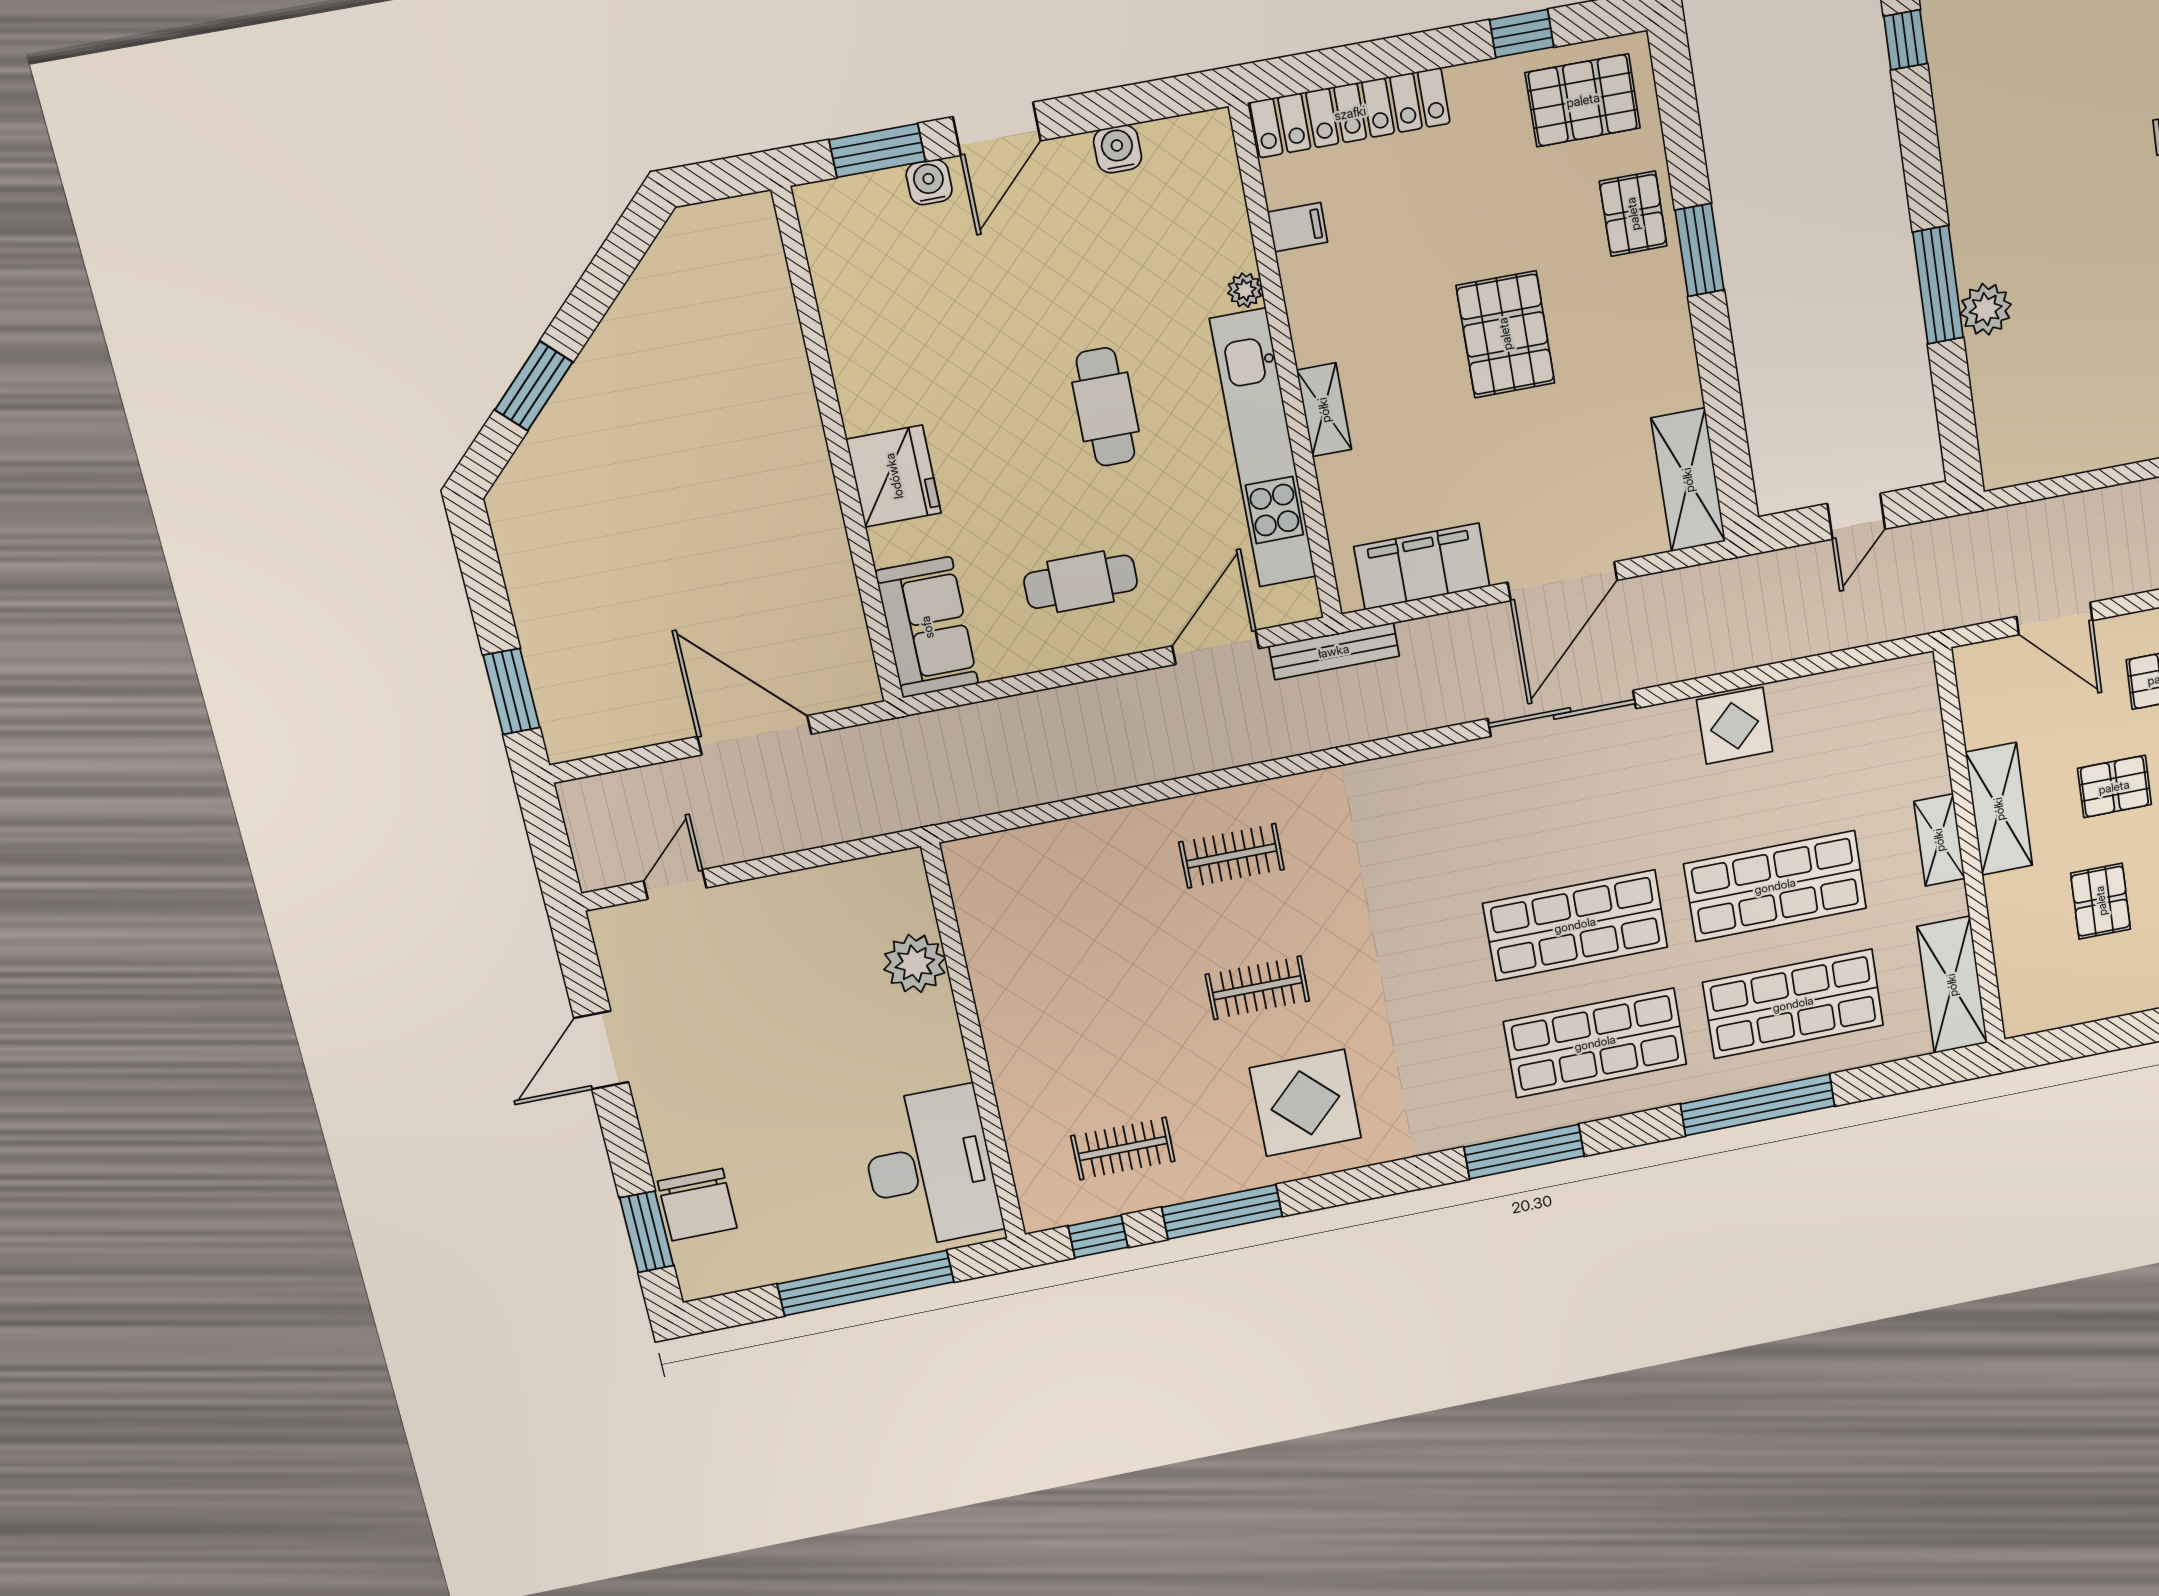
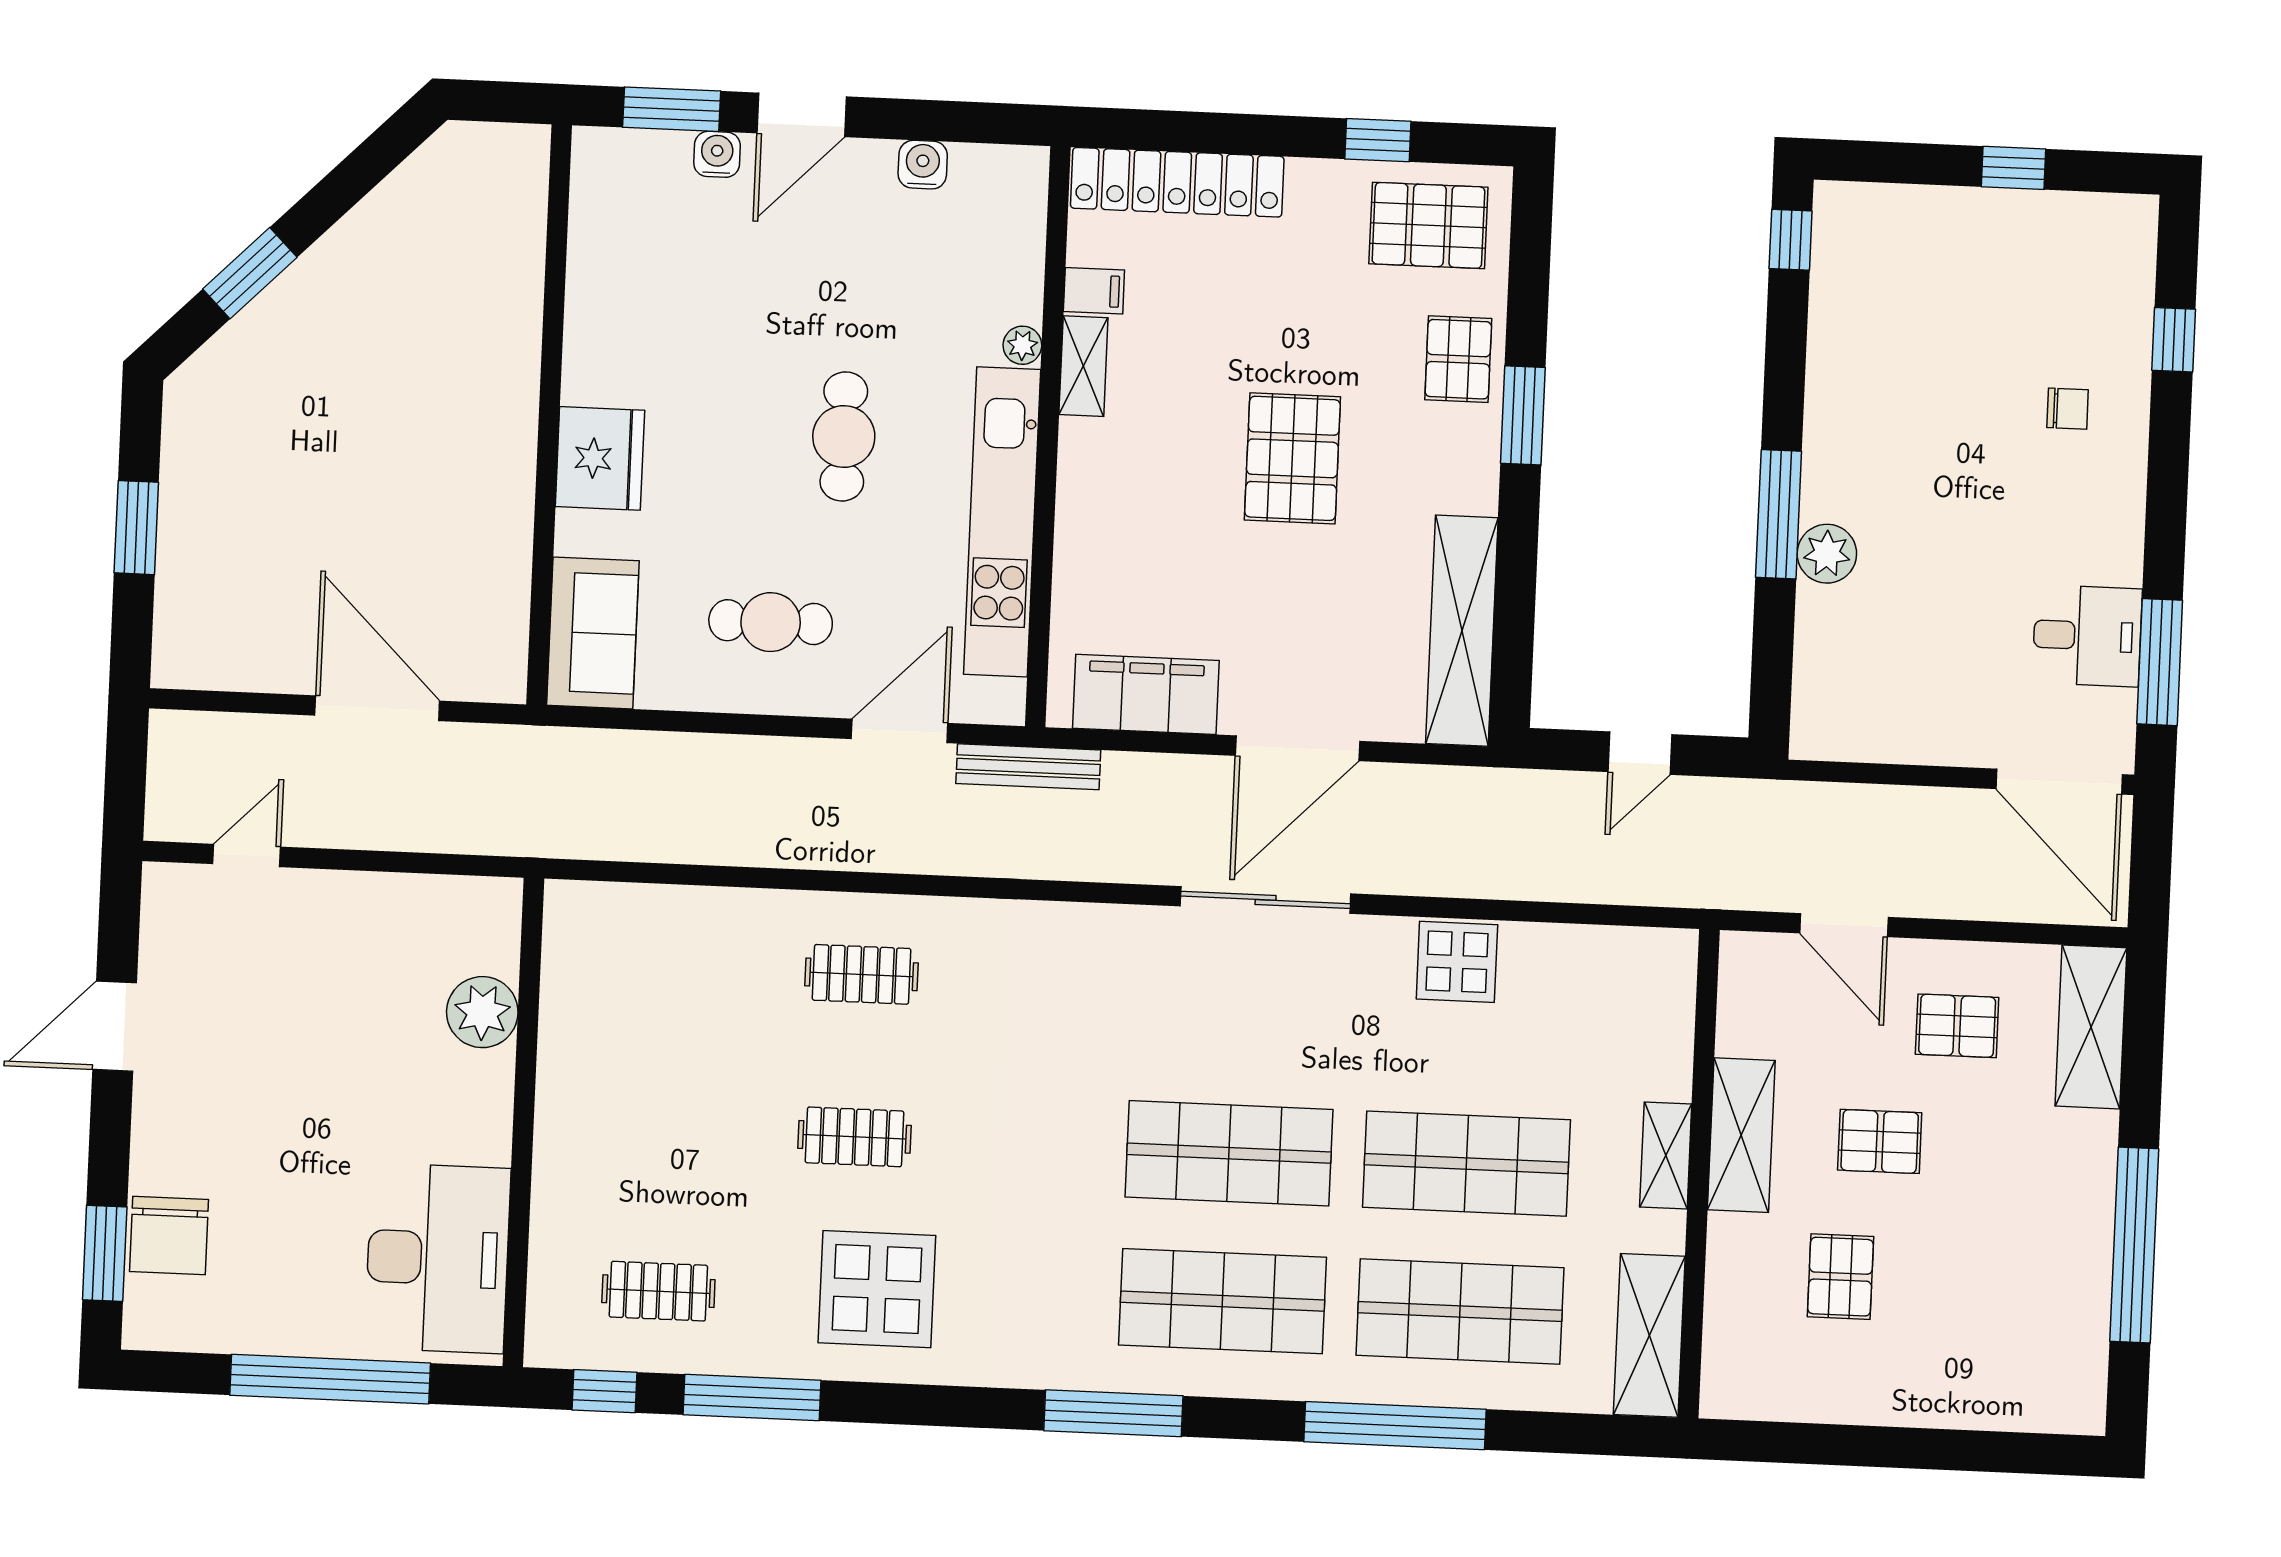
shelving: (1324, 410) -> (1083, 366), moved
shelving: (1688, 480) -> (1462, 631), width x1.47
window: (511, 691) -> (136, 528), moved

